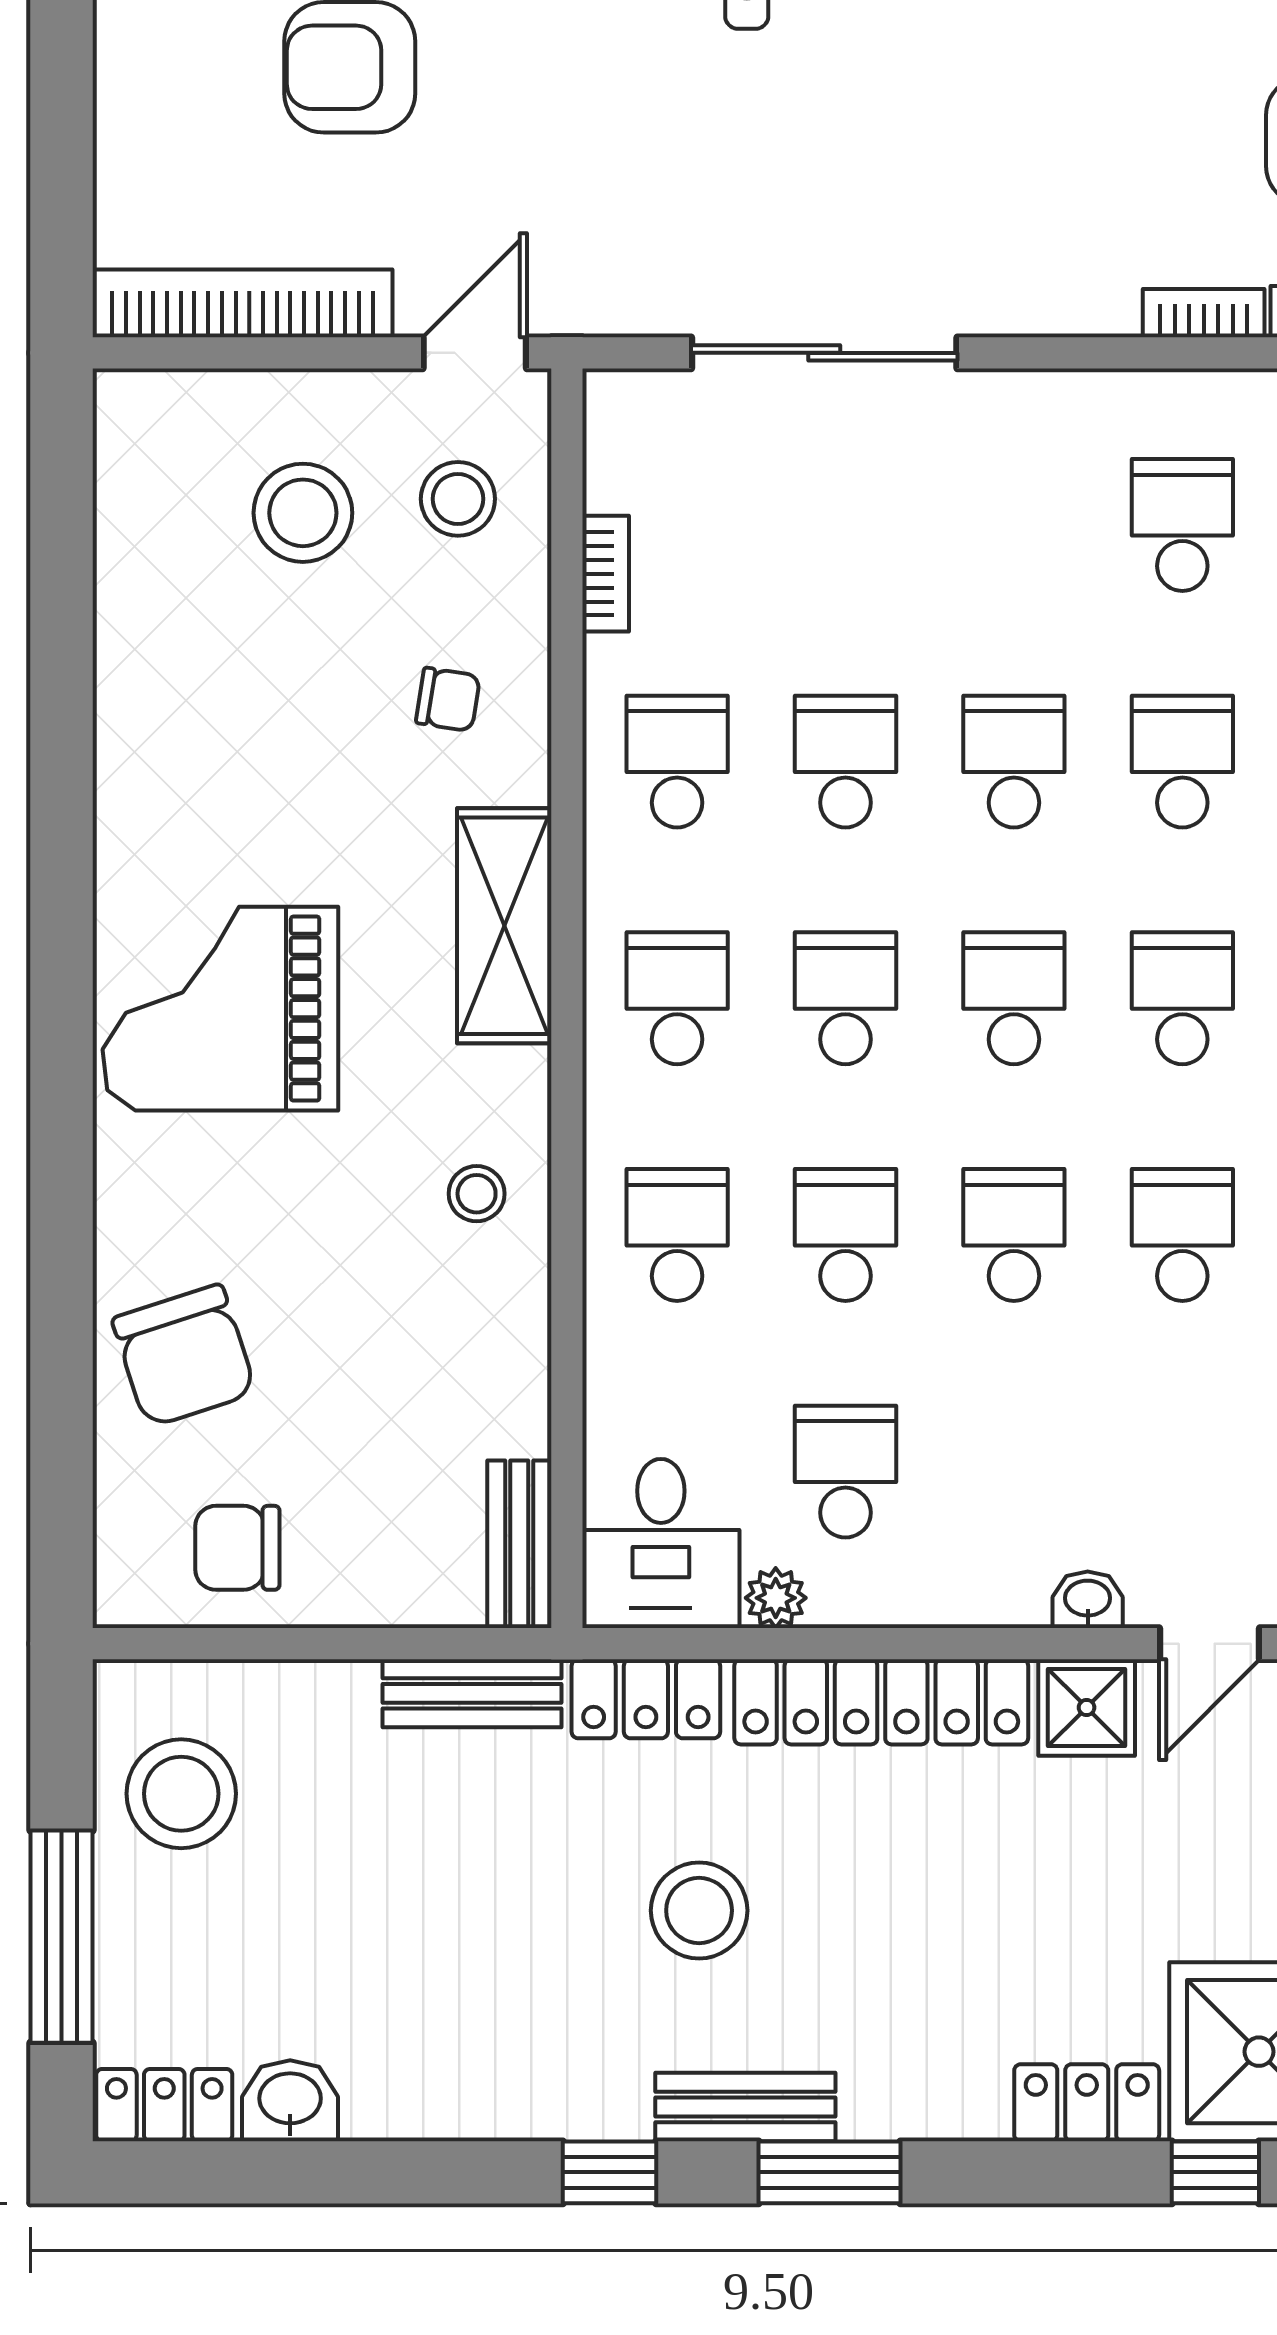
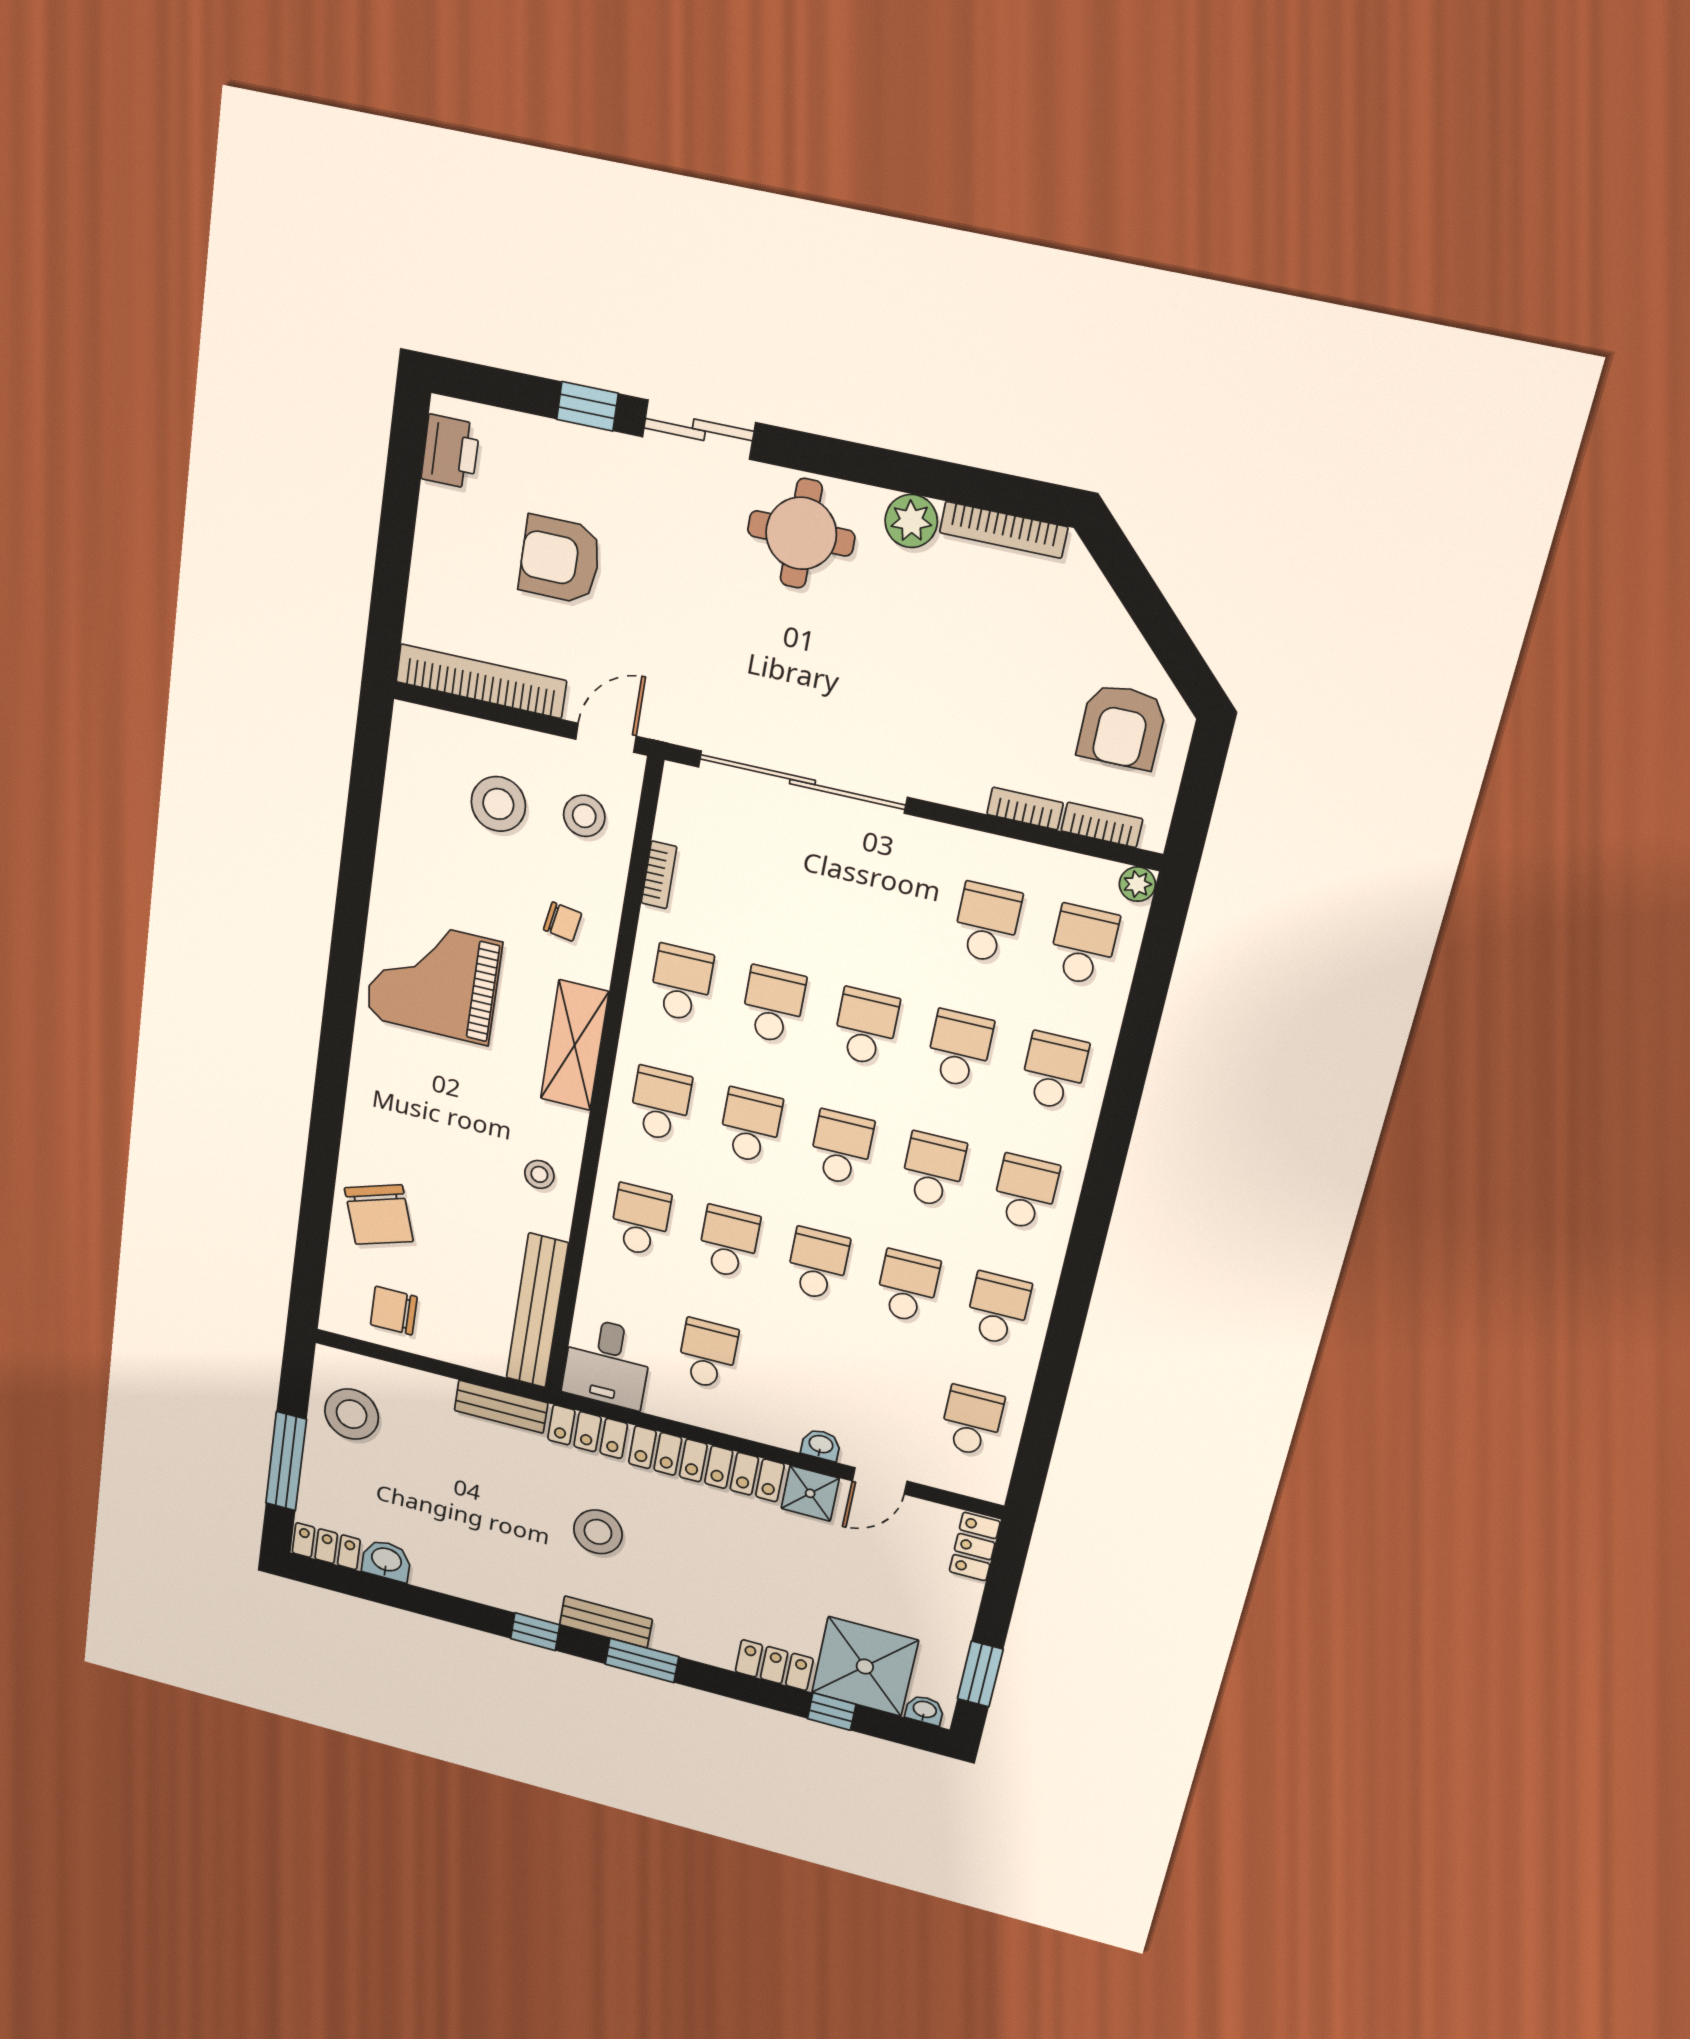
sliding door: (824, 353) -> (802, 782), width x1.36
grand piano: (220, 1009) -> (433, 980), moved
bench: (519, 1544) -> (537, 1311), width x1.86, depth x1.21
plant: (776, 1598) -> (661, 1403), removed

